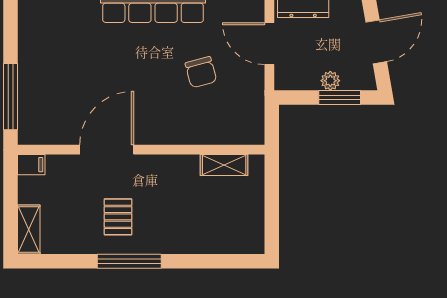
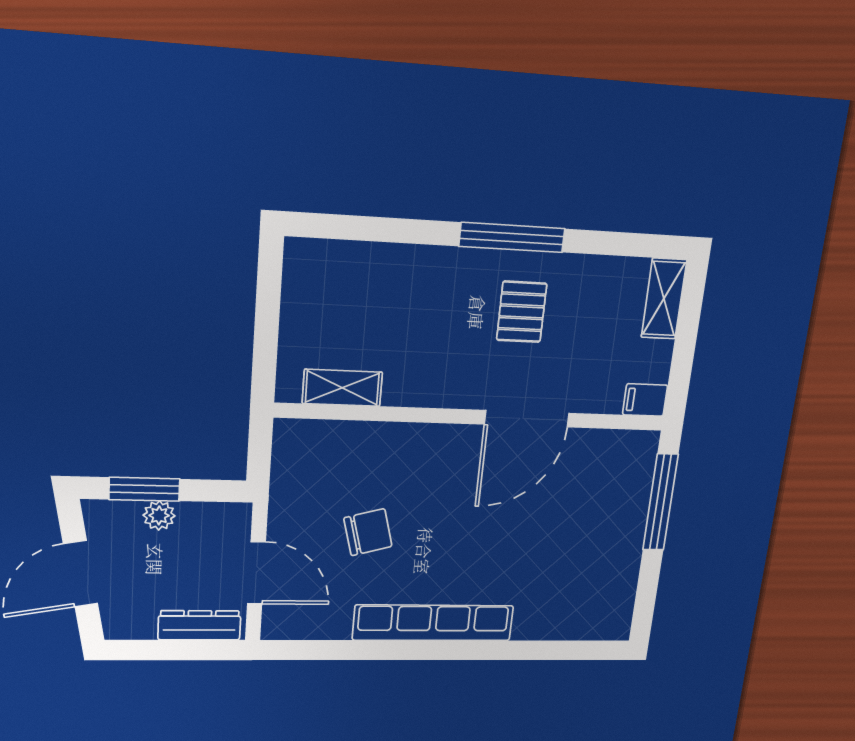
chair: (201, 72) -> (368, 532), turned 90

